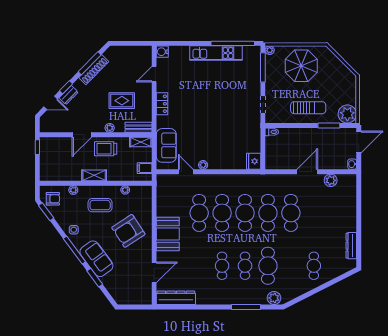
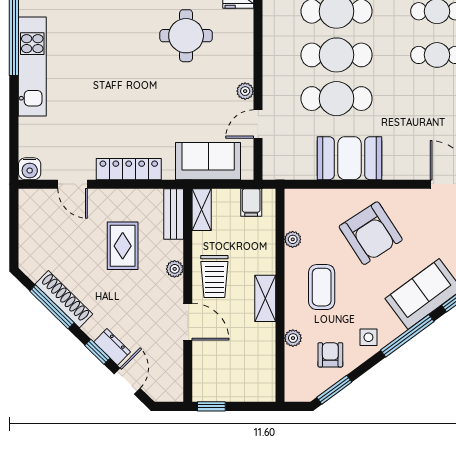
locker: (162, 104) -> (129, 169), width x1.53
round table: (232, 134) -> (186, 36), added
armchair: (53, 199) -> (330, 355), moved
booth: (168, 234) -> (349, 158), moved

